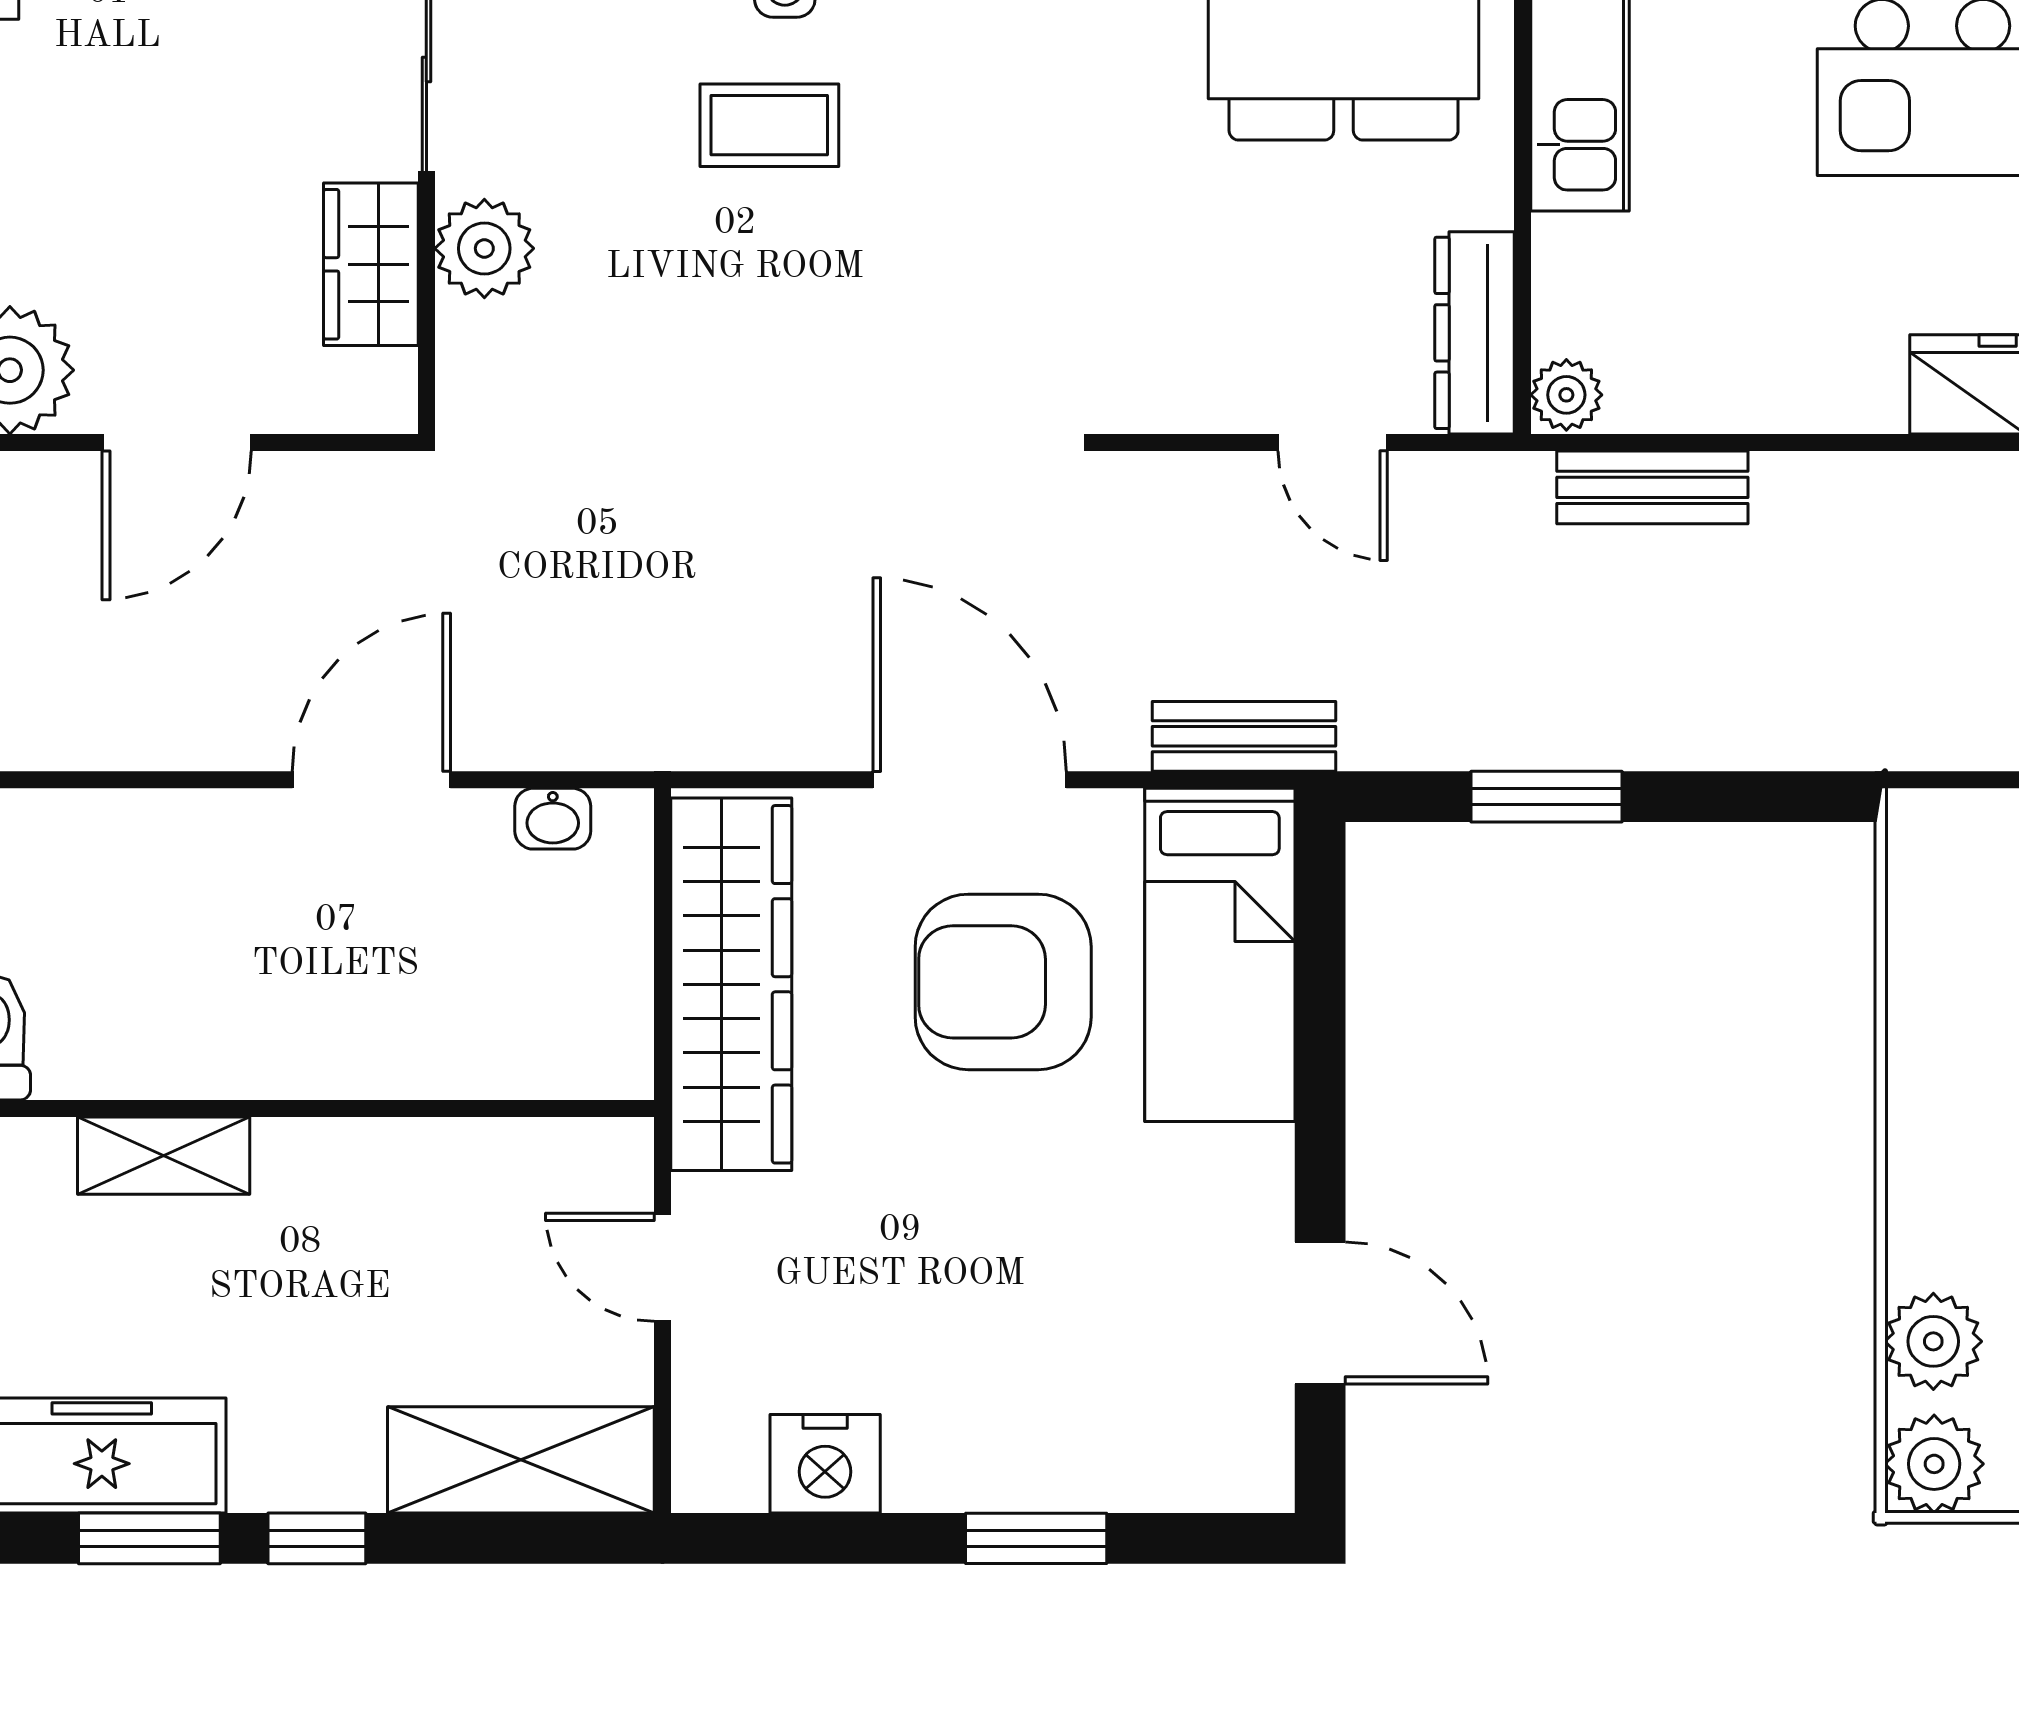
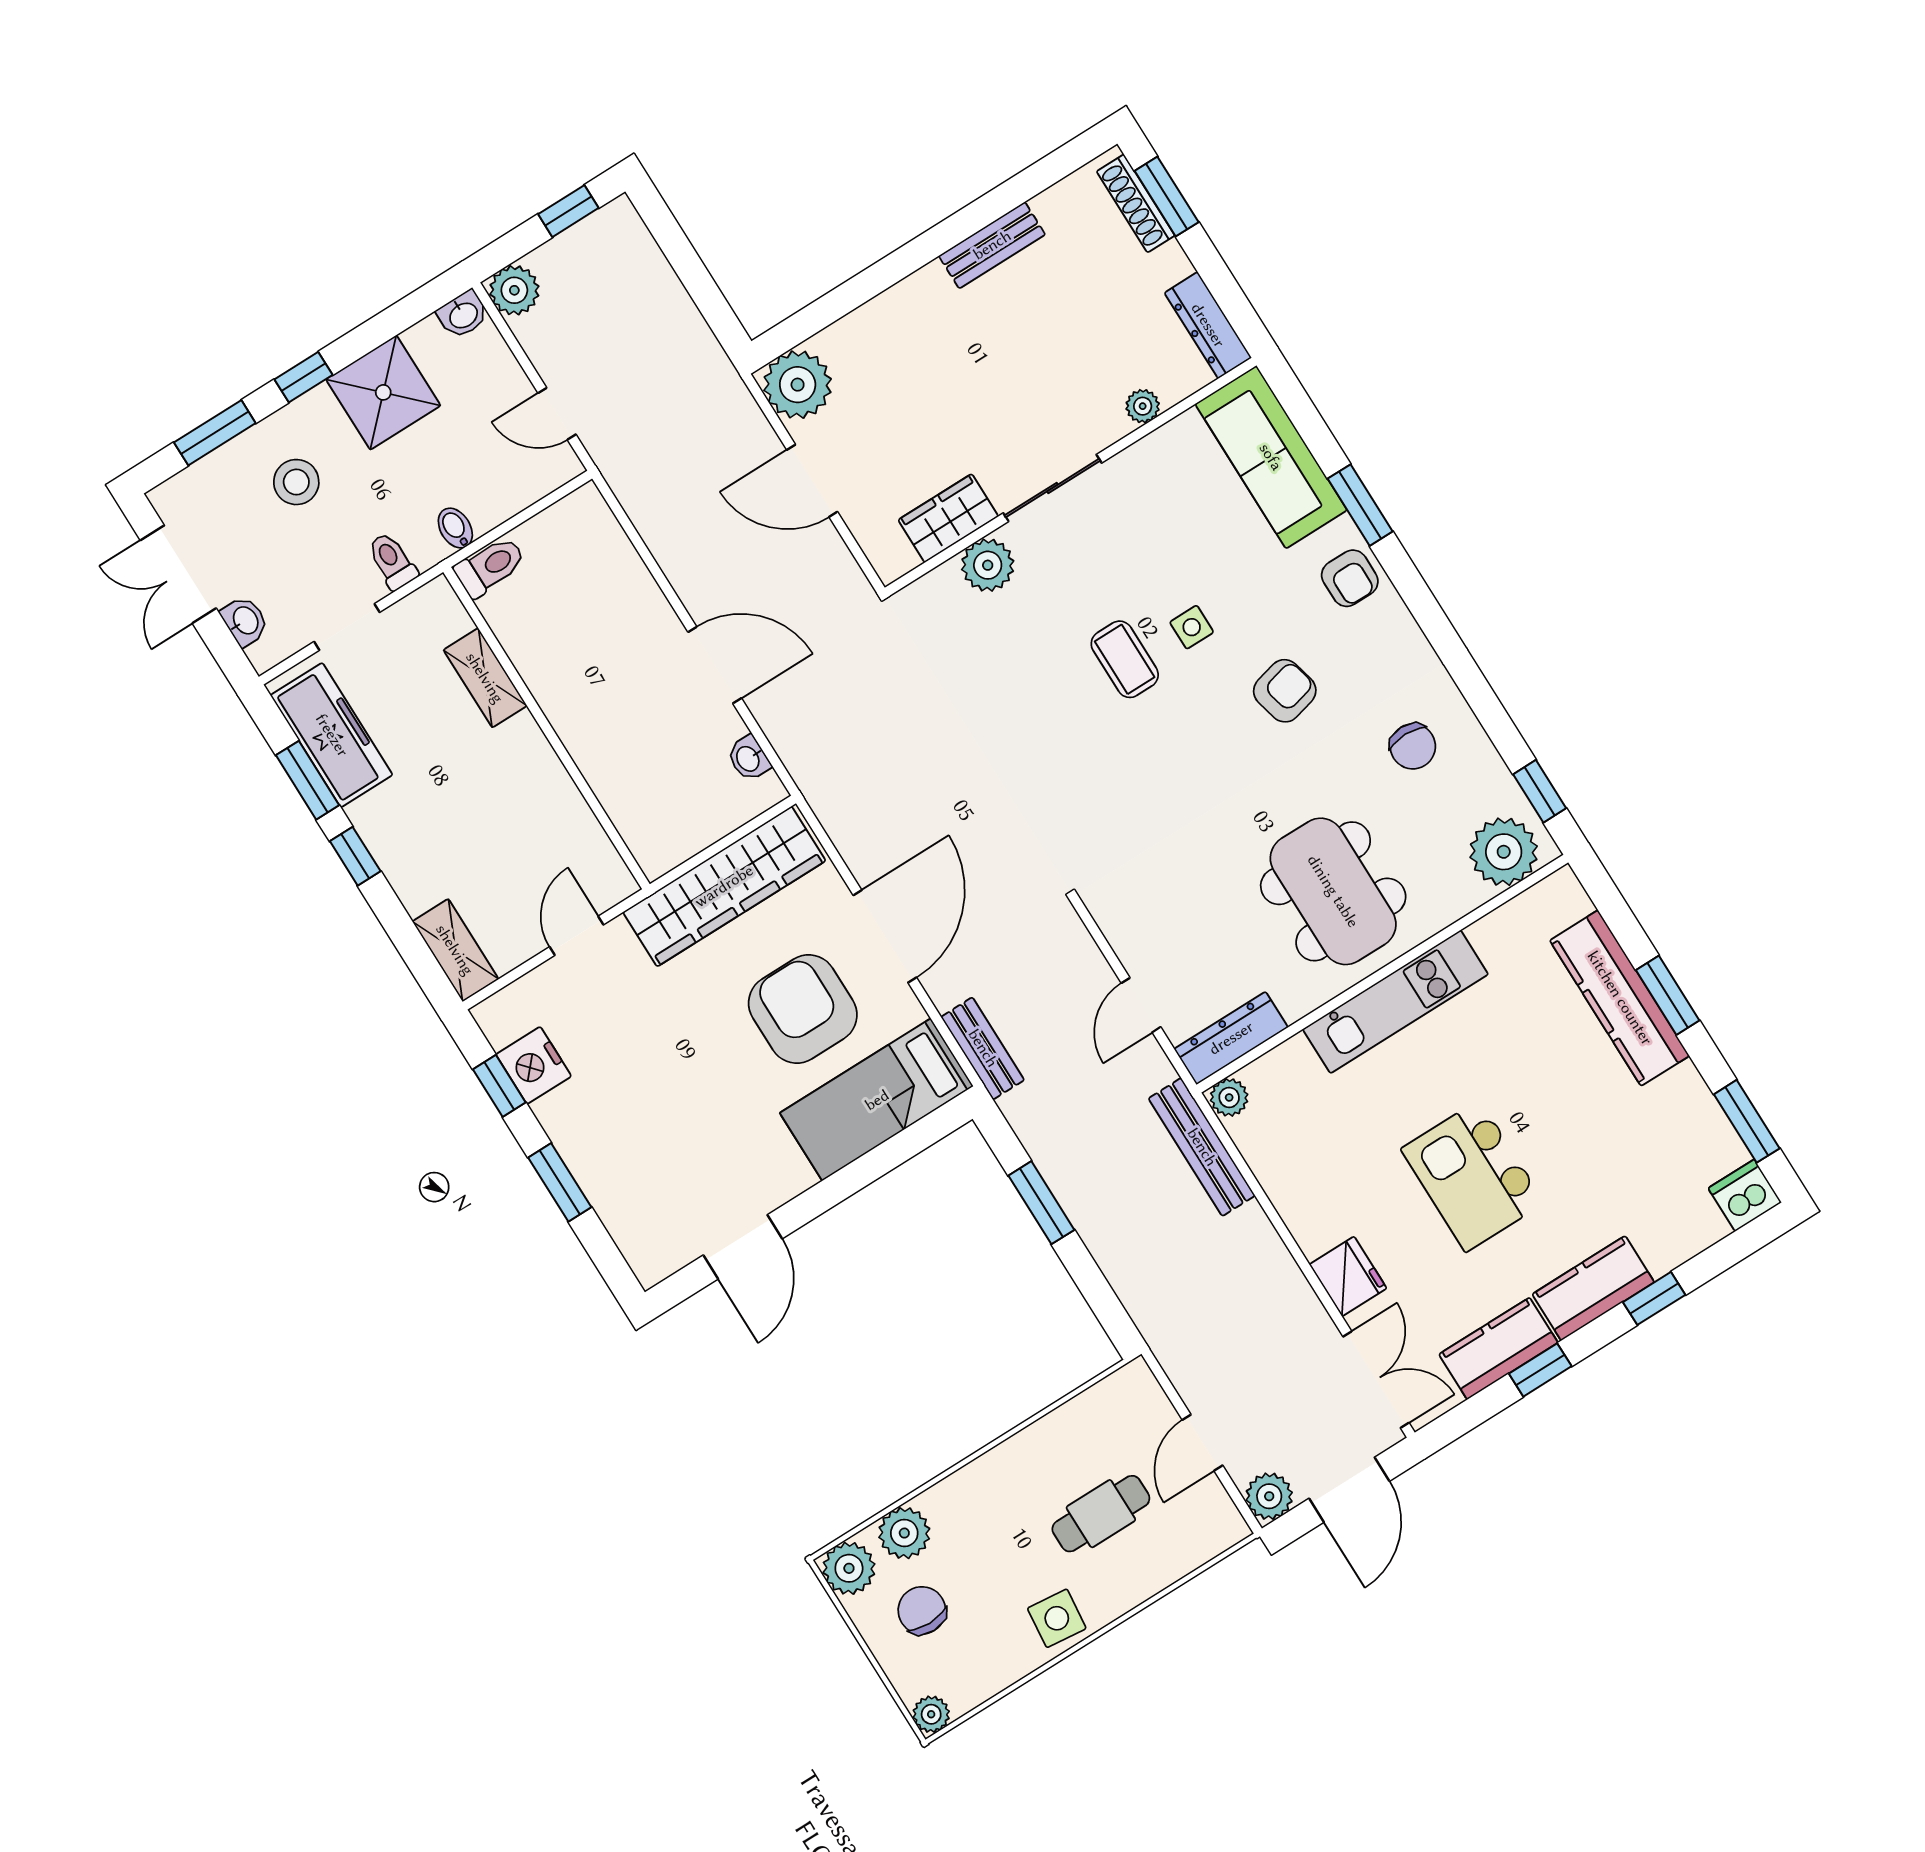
bench: (1652, 487) -> (1202, 1147), width x1.36
shelving: (521, 1460) -> (455, 950), width x0.67, depth x0.75
window: (823, 1538) -> (499, 1086), added

